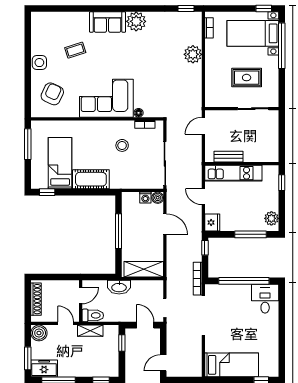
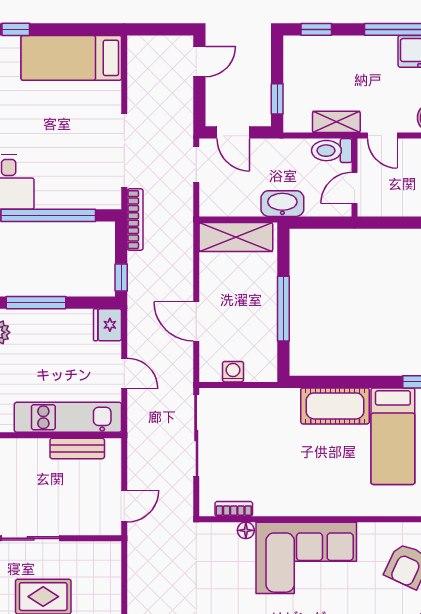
stool: (122, 145) -> (277, 469), removed
boiler: (158, 198) -> (210, 371), removed

